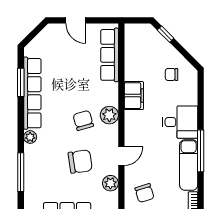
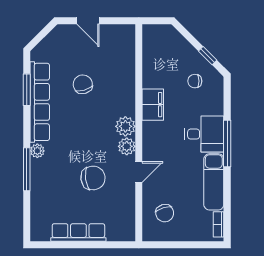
window: (166, 34) -> (208, 56), moved
row of seats: (110, 55) -> (126, 59), removed
chair: (83, 120) -> (83, 84), moved
window: (201, 151) -> (227, 144), moved
window: (21, 172) -> (27, 169), moved
plant: (110, 183) -> (127, 146), moved

